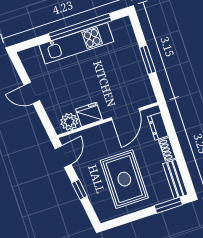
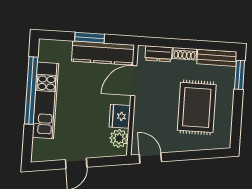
kitchen counter: (139, 77) -> (103, 53), added
door: (125, 114) -> (134, 81), swing flipped
rug: (124, 179) -> (197, 107), turned 90
window: (79, 190) -> (189, 155), removed

